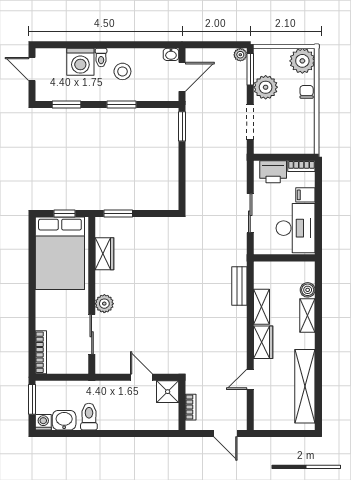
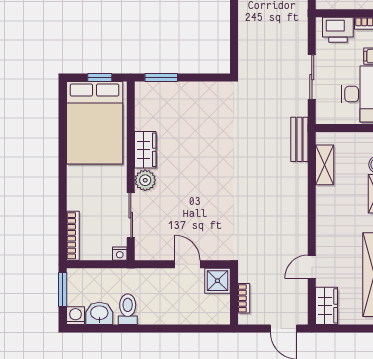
wardrobe: (104, 254) -> (145, 150), moved
bench: (239, 286) -> (299, 139), moved
shelving: (262, 307) -> (325, 165), moved
wardrobe: (263, 342) -> (327, 306), moved
nightstand: (82, 368) -> (120, 254), added

